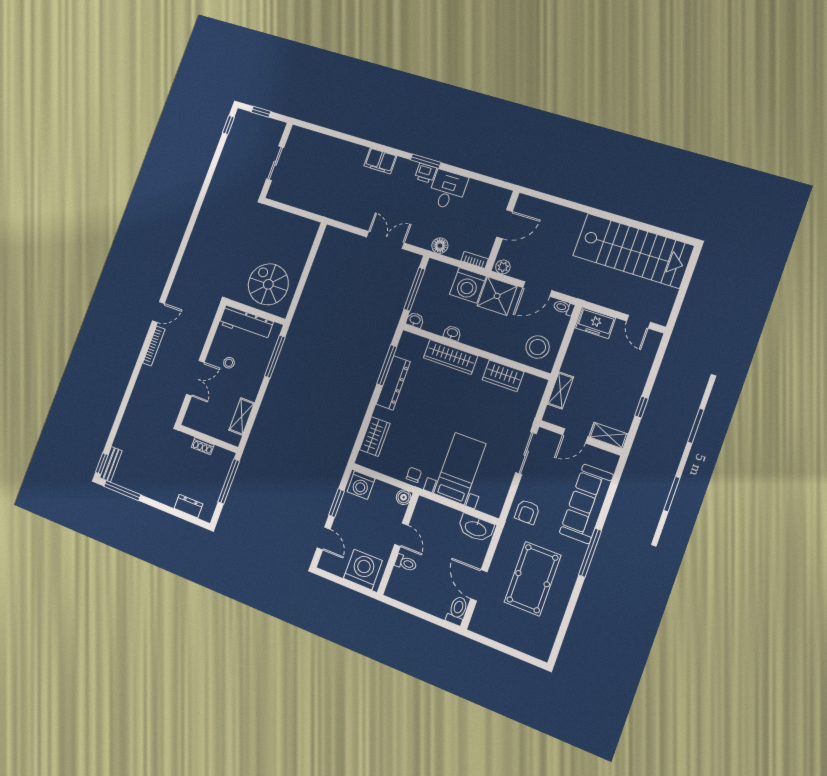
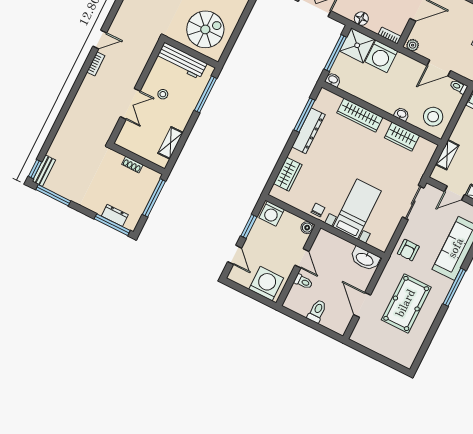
spiral stairs: (268, 284) -> (205, 29), turned 90
shower: (497, 296) -> (357, 45), moved
washbasin: (452, 333) -> (402, 114), moved
bookcase: (154, 346) -> (96, 64), width x0.64
window: (186, 517) -> (112, 225), added
toilet: (457, 611) -> (317, 311), moved

